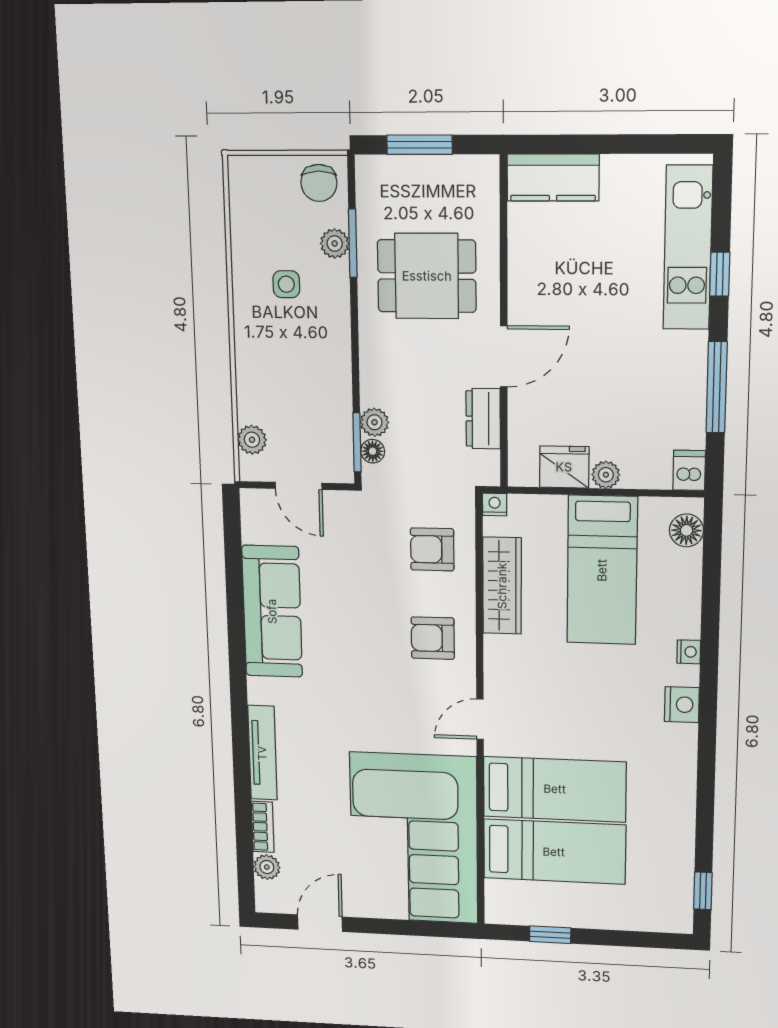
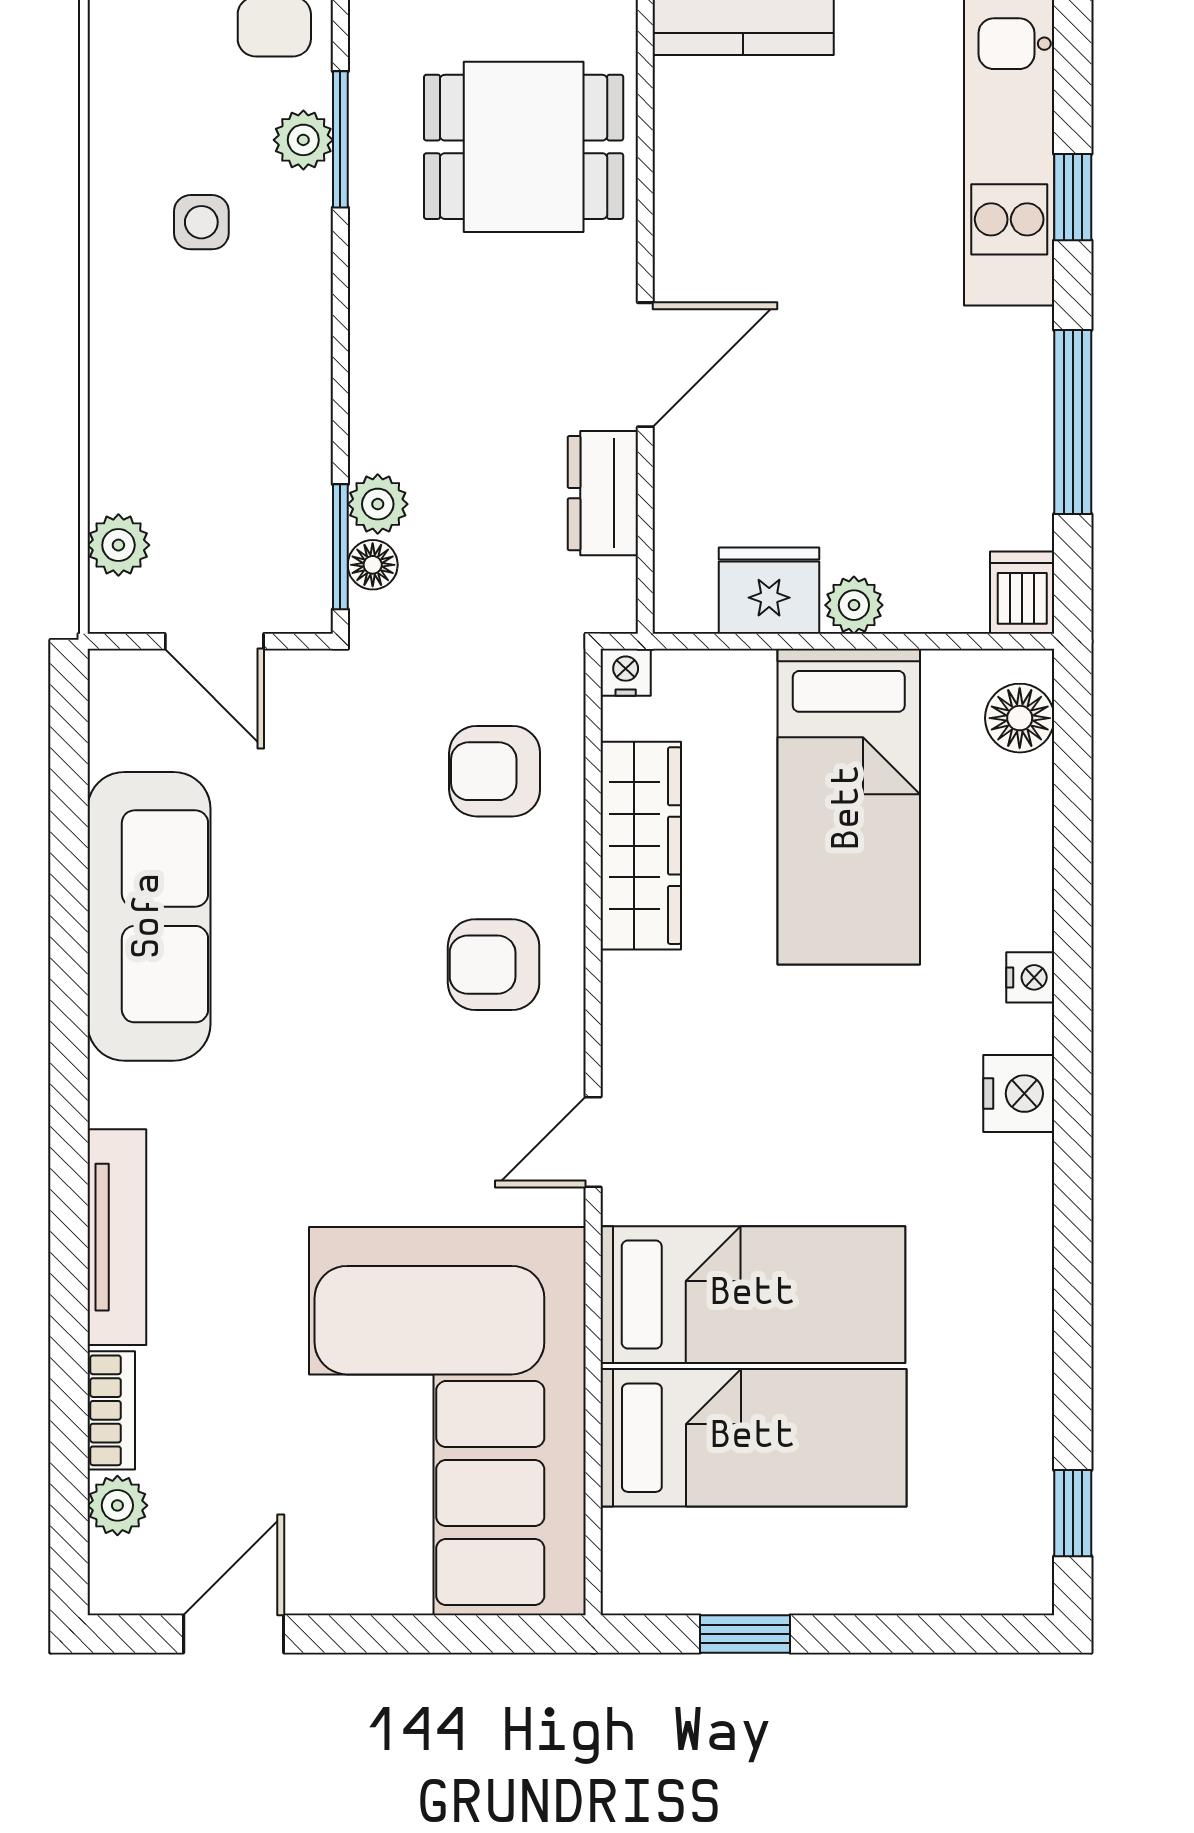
dining table: (427, 276) -> (524, 147), moved

